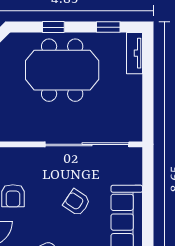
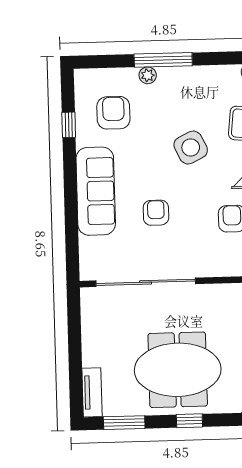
window: (108, 27) -> (124, 423), width x1.50
armchair: (77, 203) -> (156, 213), turned -124

